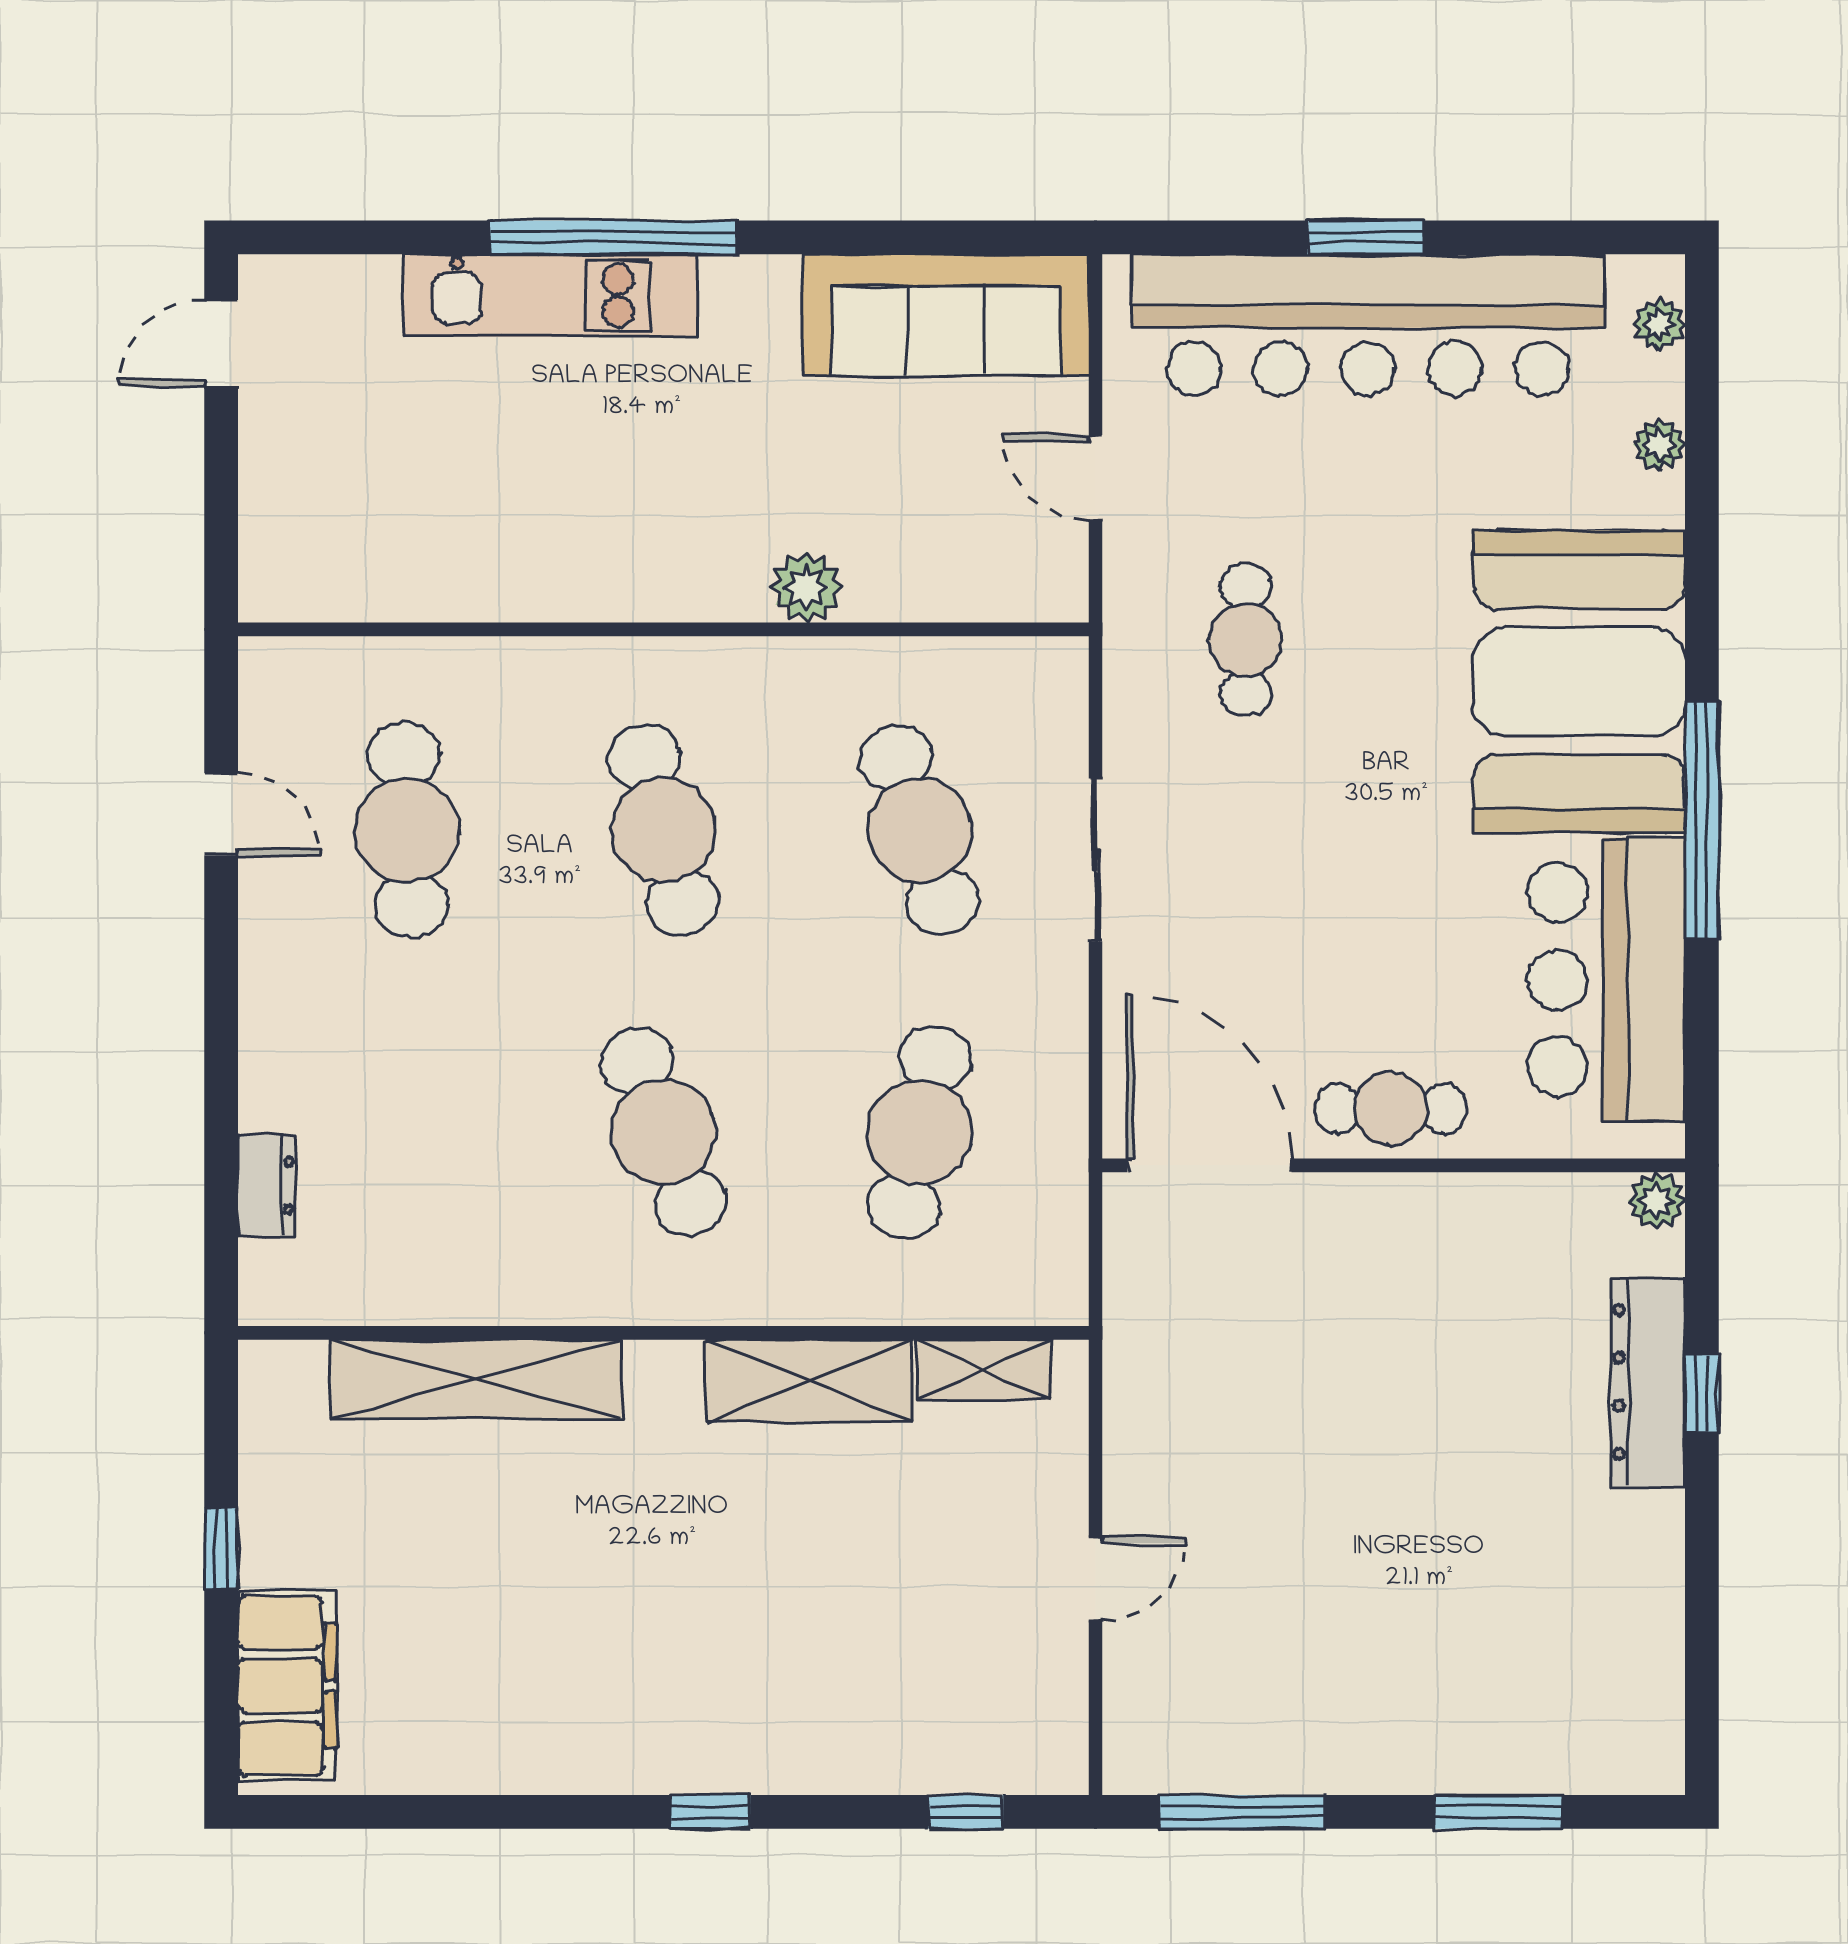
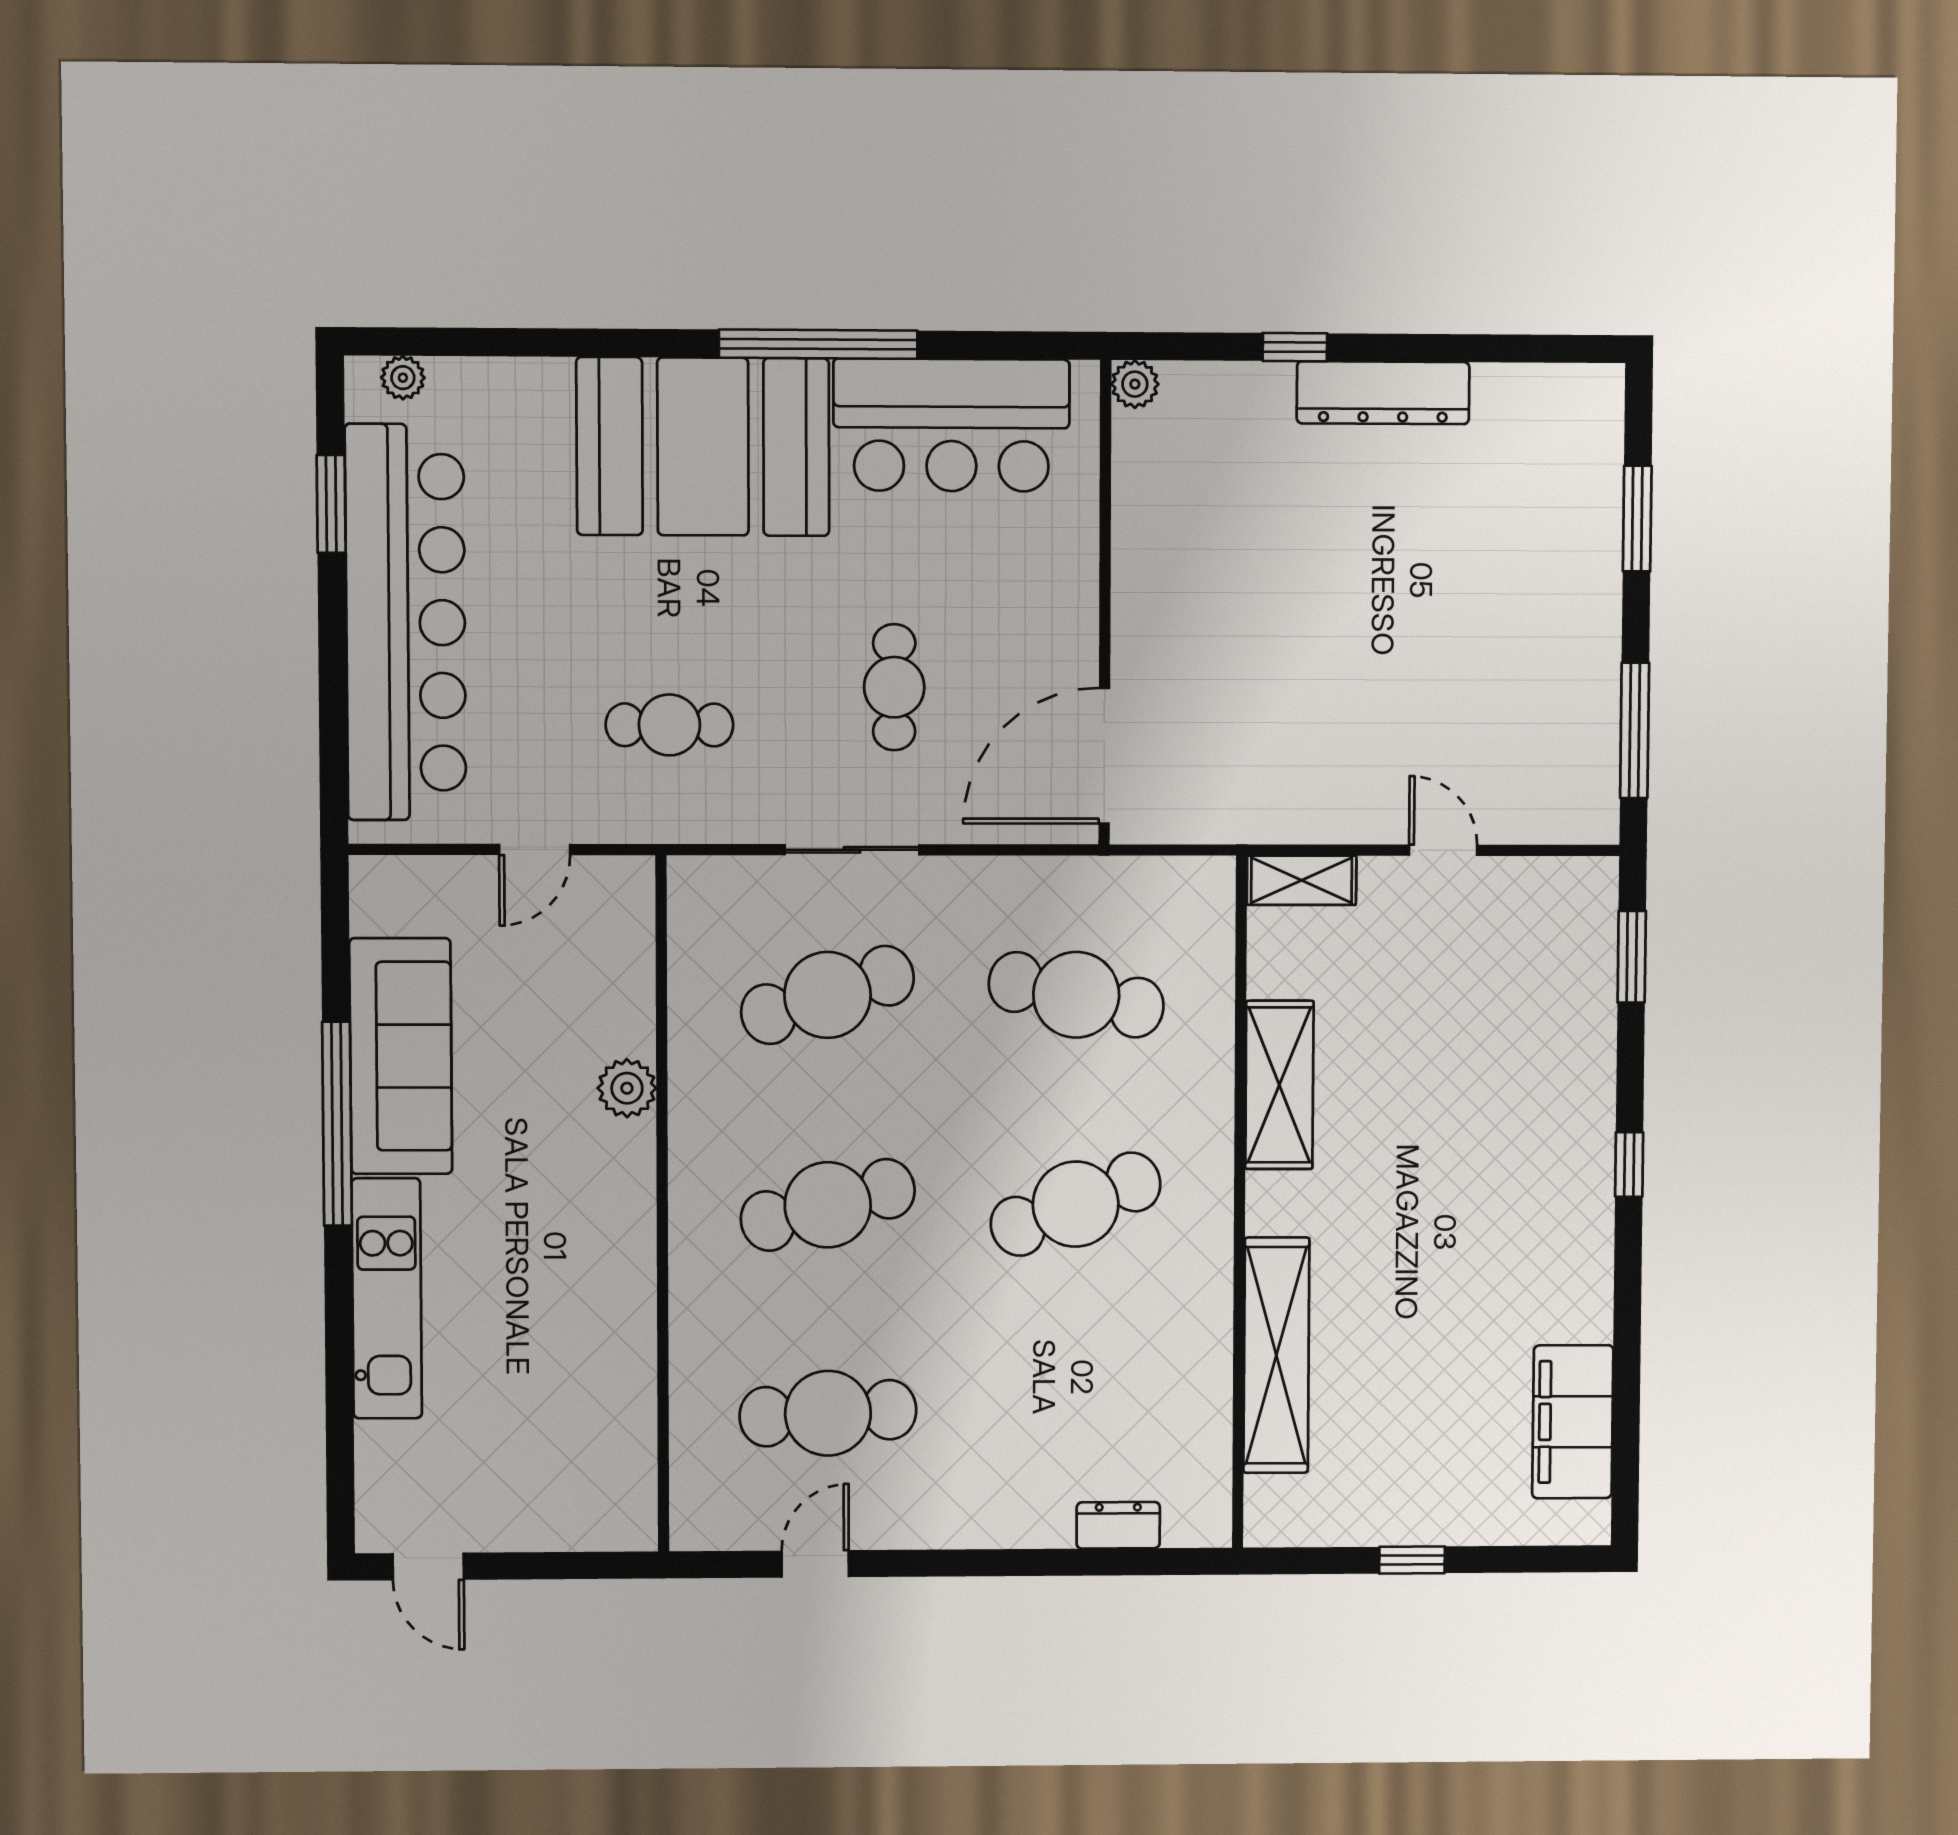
window: (614, 237) -> (337, 1124), moved
window: (1365, 237) -> (331, 504), moved
sofa: (946, 315) -> (401, 1056), moved
plant: (1659, 445) -> (504, 378), removed
cafe table: (1391, 1109) -> (894, 687), moved
shelving: (984, 1370) -> (1302, 880), moved, turned 90
dresser: (1648, 1382) -> (1383, 393), moved
filing cabinet: (287, 1686) -> (1573, 1422), moved, turned -90
window: (966, 1812) -> (1632, 957), width x1.50

